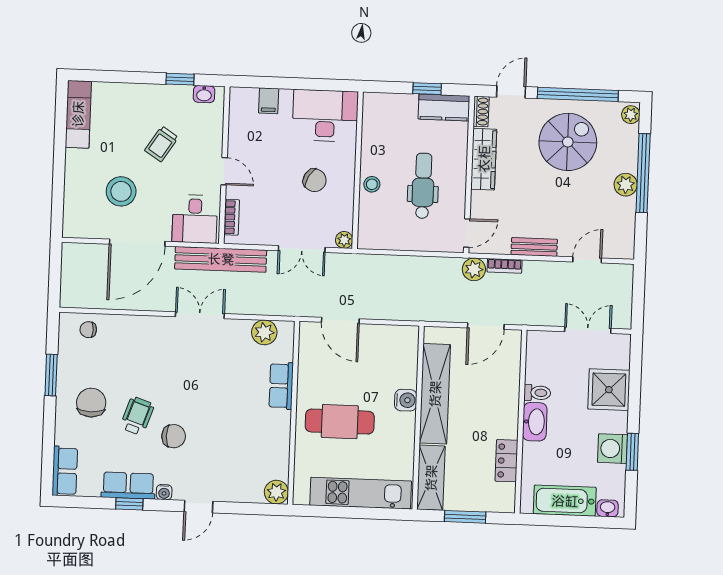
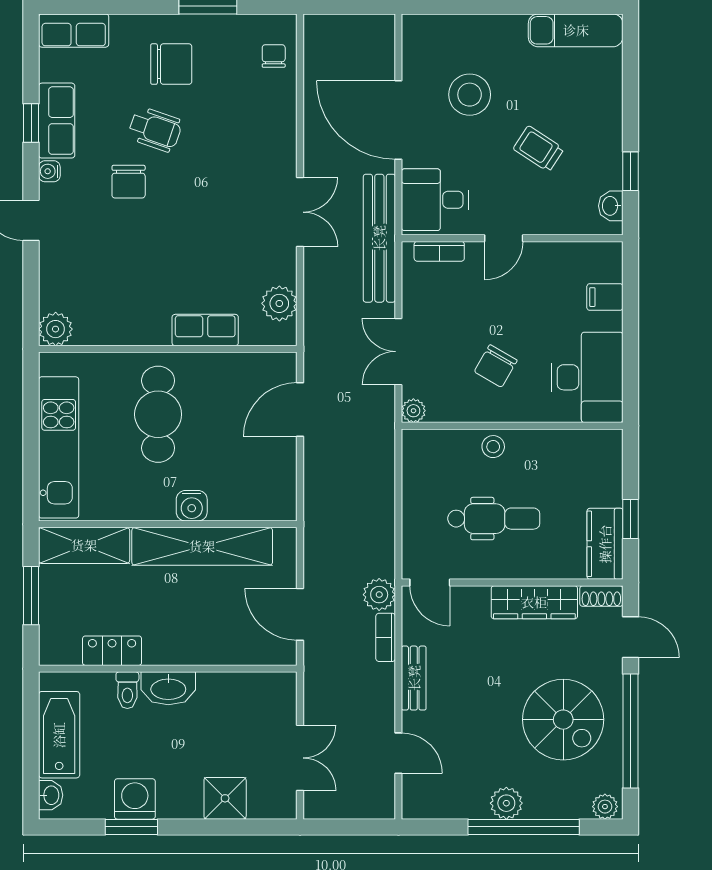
shower: (609, 390) -> (225, 798), width x0.73, depth x0.73
toilet: (537, 393) -> (127, 690), moved

